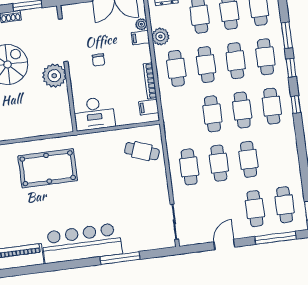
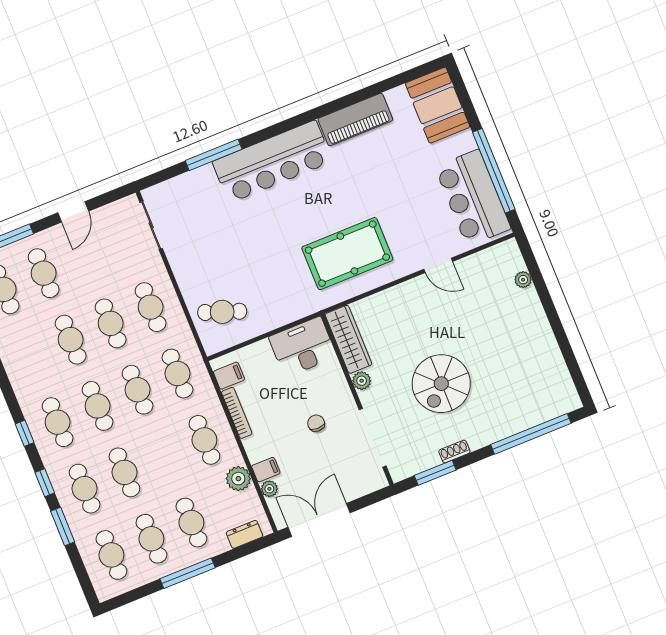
cafe table: (206, 65) -> (177, 374), moved
plant: (54, 76) -> (362, 381), width x0.53, depth x0.53
wardrobe: (62, 111) -> (348, 339), added

